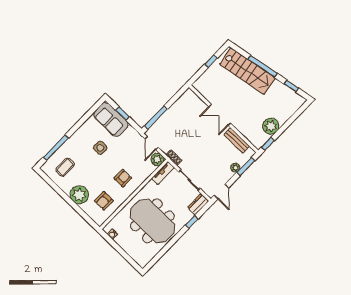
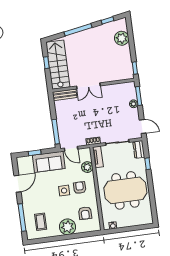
stairs: (248, 71) -> (58, 65), moved, turned -80
sofa: (111, 119) -> (49, 162), moved
door: (83, 120) -> (18, 184), added
plant: (271, 126) -> (122, 38), moved
bench: (237, 140) -> (65, 95), moved
side table: (100, 148) -> (64, 191), moved
plant: (157, 159) -> (87, 167), moved

